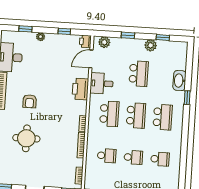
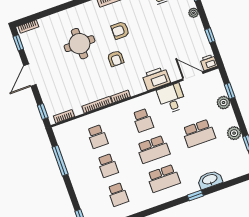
window: (128, 35) -> (230, 91), moved
plant: (104, 42) -> (224, 103), moved
school desk: (109, 114) -> (143, 120), width x0.54
armchair: (51, 115) -> (116, 58), added

